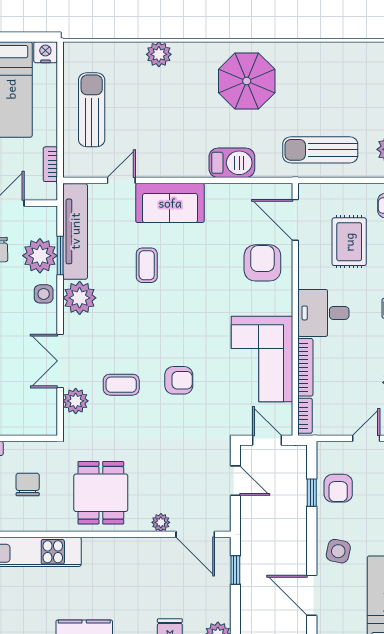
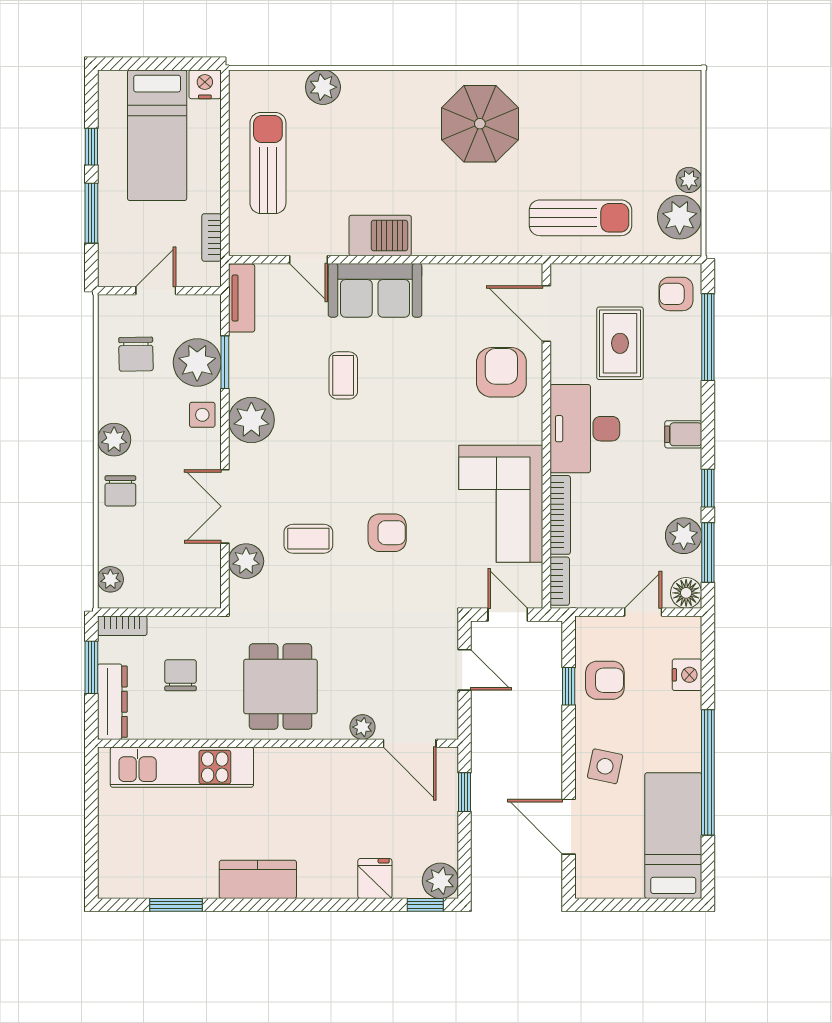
plant: (159, 54) -> (323, 87), moved
sun lounger: (320, 150) -> (580, 218), turned 180
barbecue: (232, 163) -> (380, 235), moved
door: (121, 180) -> (309, 260), swing flipped
tv unit: (75, 231) -> (242, 298), width x0.52, depth x0.78
desk: (323, 313) -> (585, 429), width x1.37
armchair: (338, 488) -> (605, 680), turned -90

